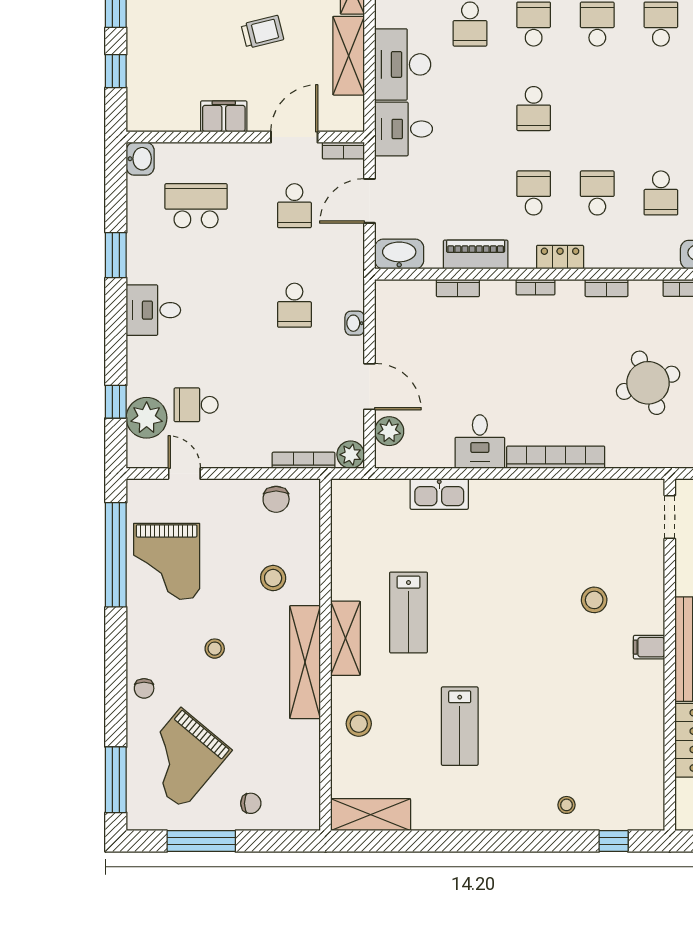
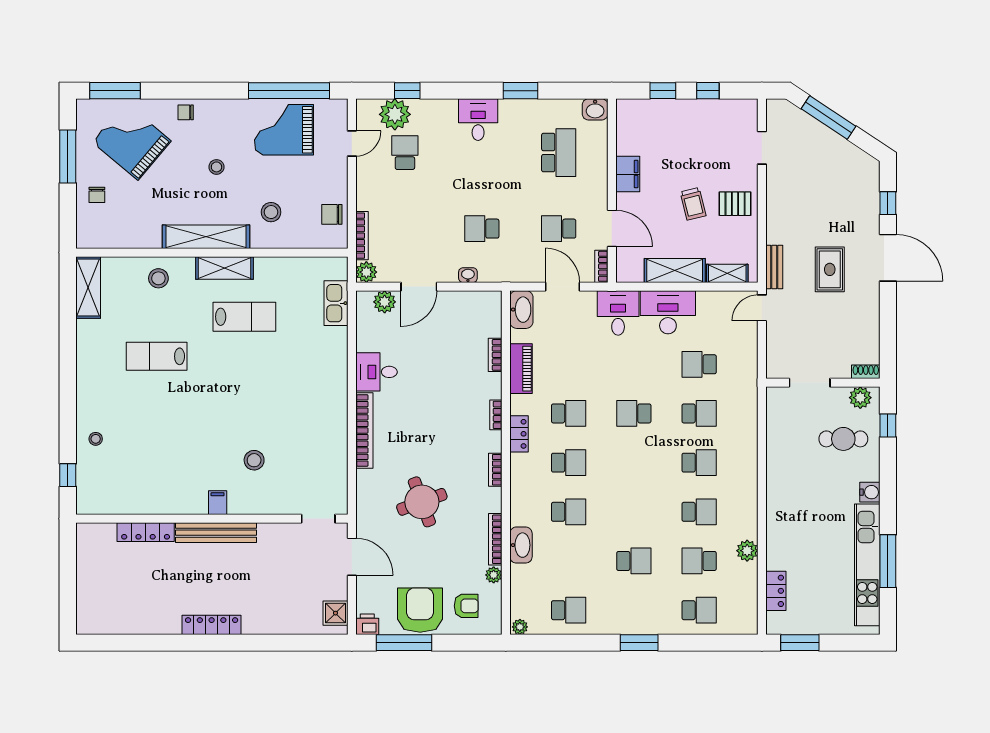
school desk: (661, 193) -> (569, 512), turned 180
kitchen sink: (439, 494) -> (336, 303), moved
lab bench: (409, 612) -> (244, 317), turned 180

